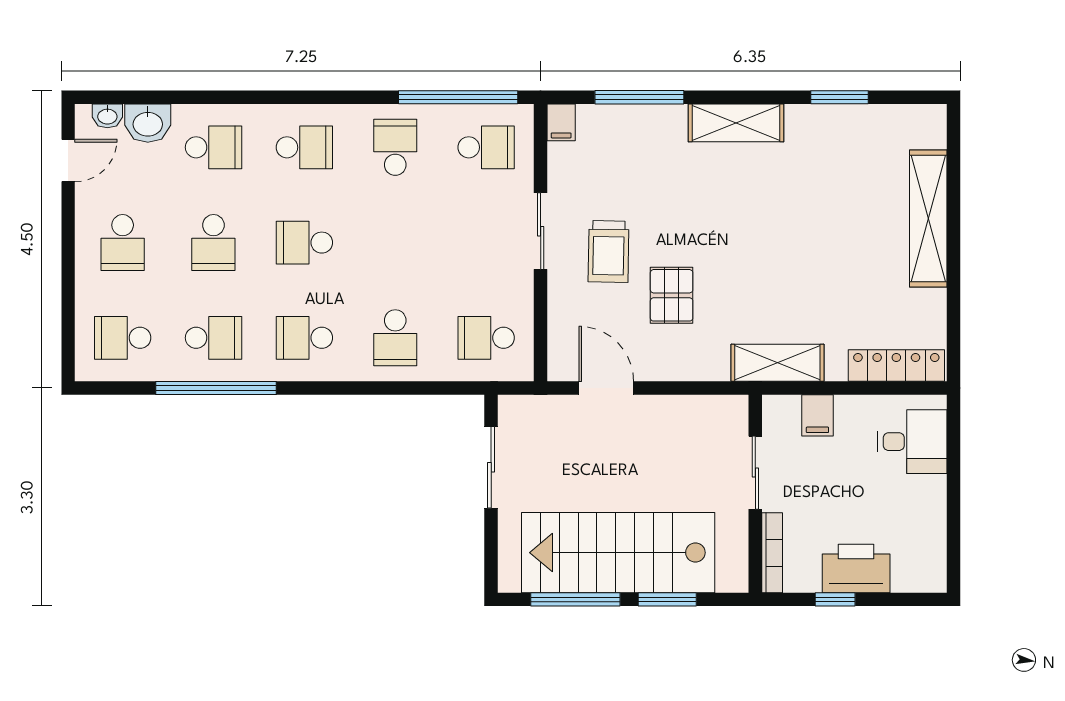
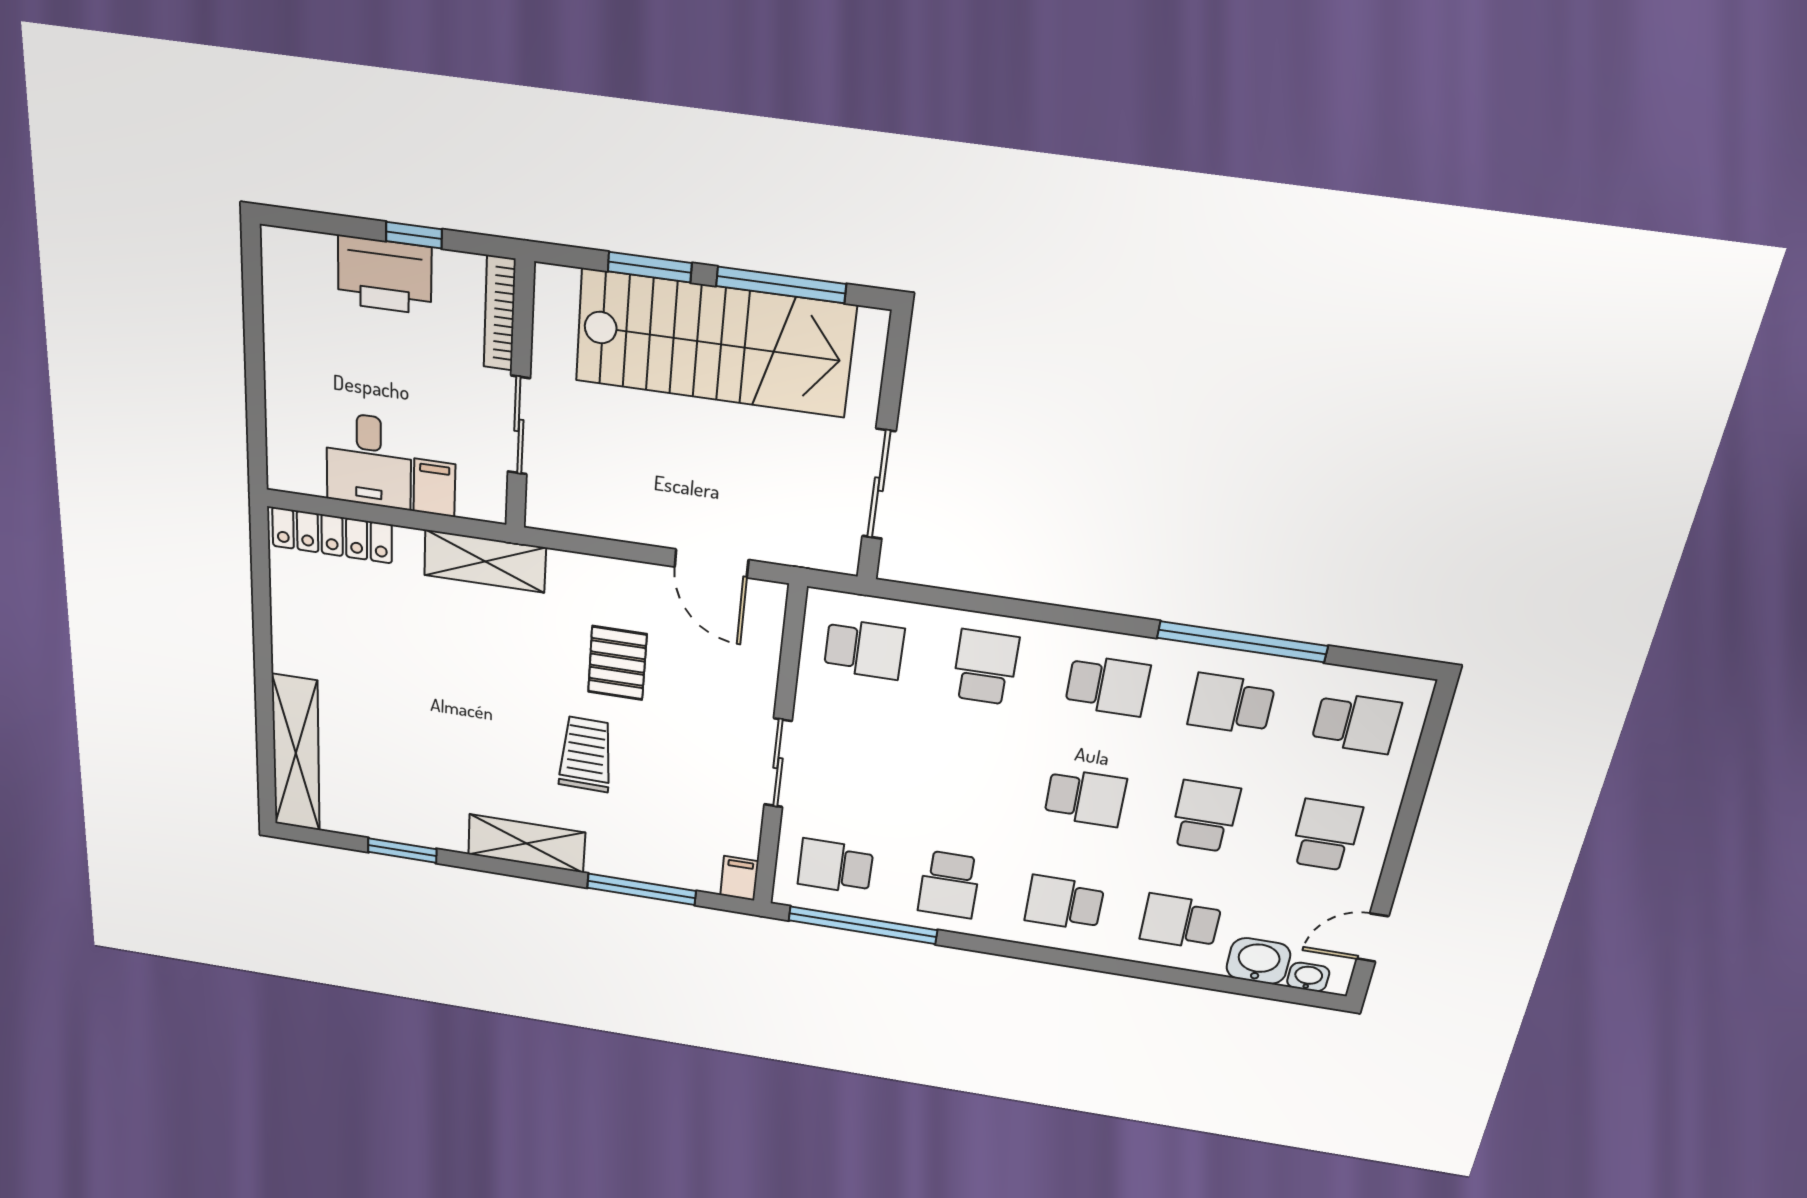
shelving: (928, 219) -> (296, 753), moved
trolley: (608, 251) -> (586, 754), moved
desk: (912, 442) -> (369, 461), moved, turned -90

